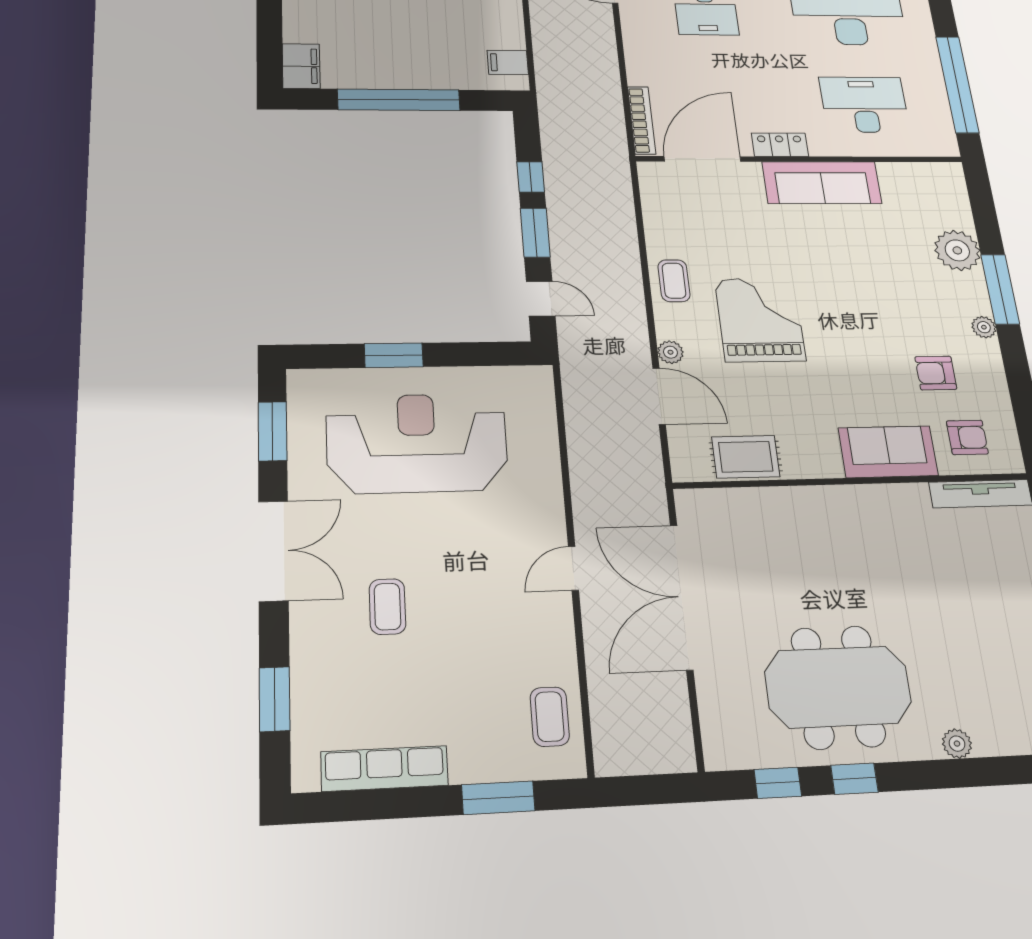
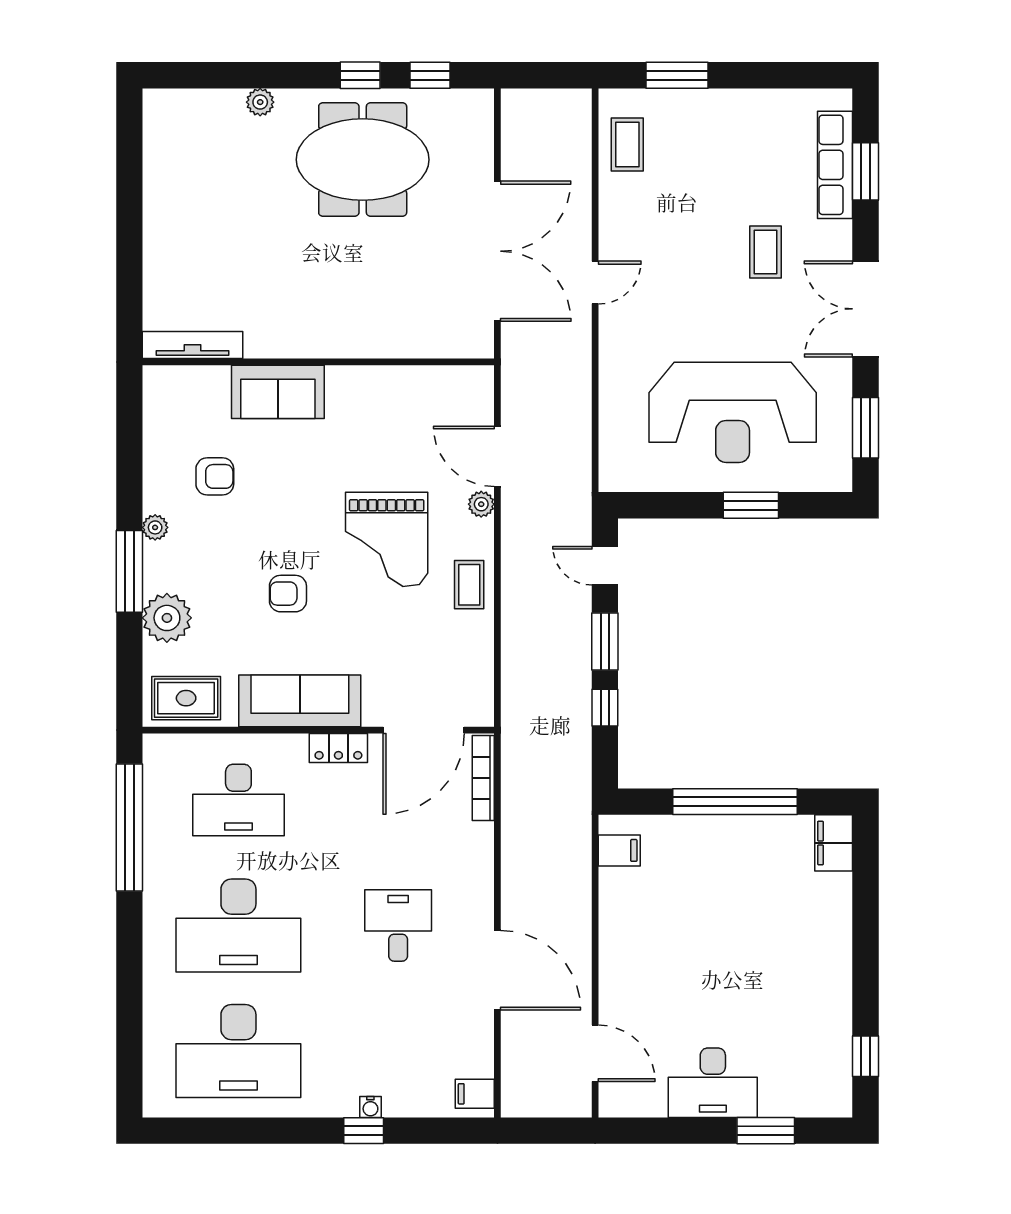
armchair: (967, 437) -> (288, 594), moved
rug: (746, 457) -> (186, 698), moved
row of seats: (384, 768) -> (835, 165), moved, turned 90

